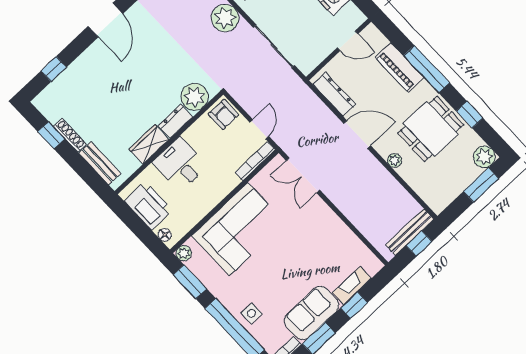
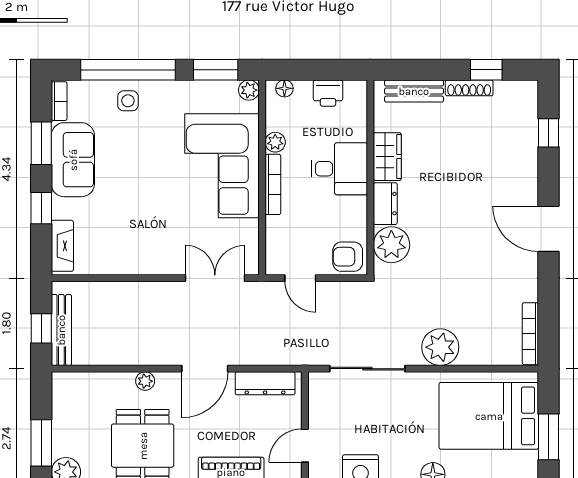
bookcase: (255, 161) -> (273, 184), moved
printer: (148, 206) -> (328, 93), width x0.53, depth x0.68
plant: (199, 212) -> (275, 142), added
fireplace: (352, 286) -> (62, 246), moved

